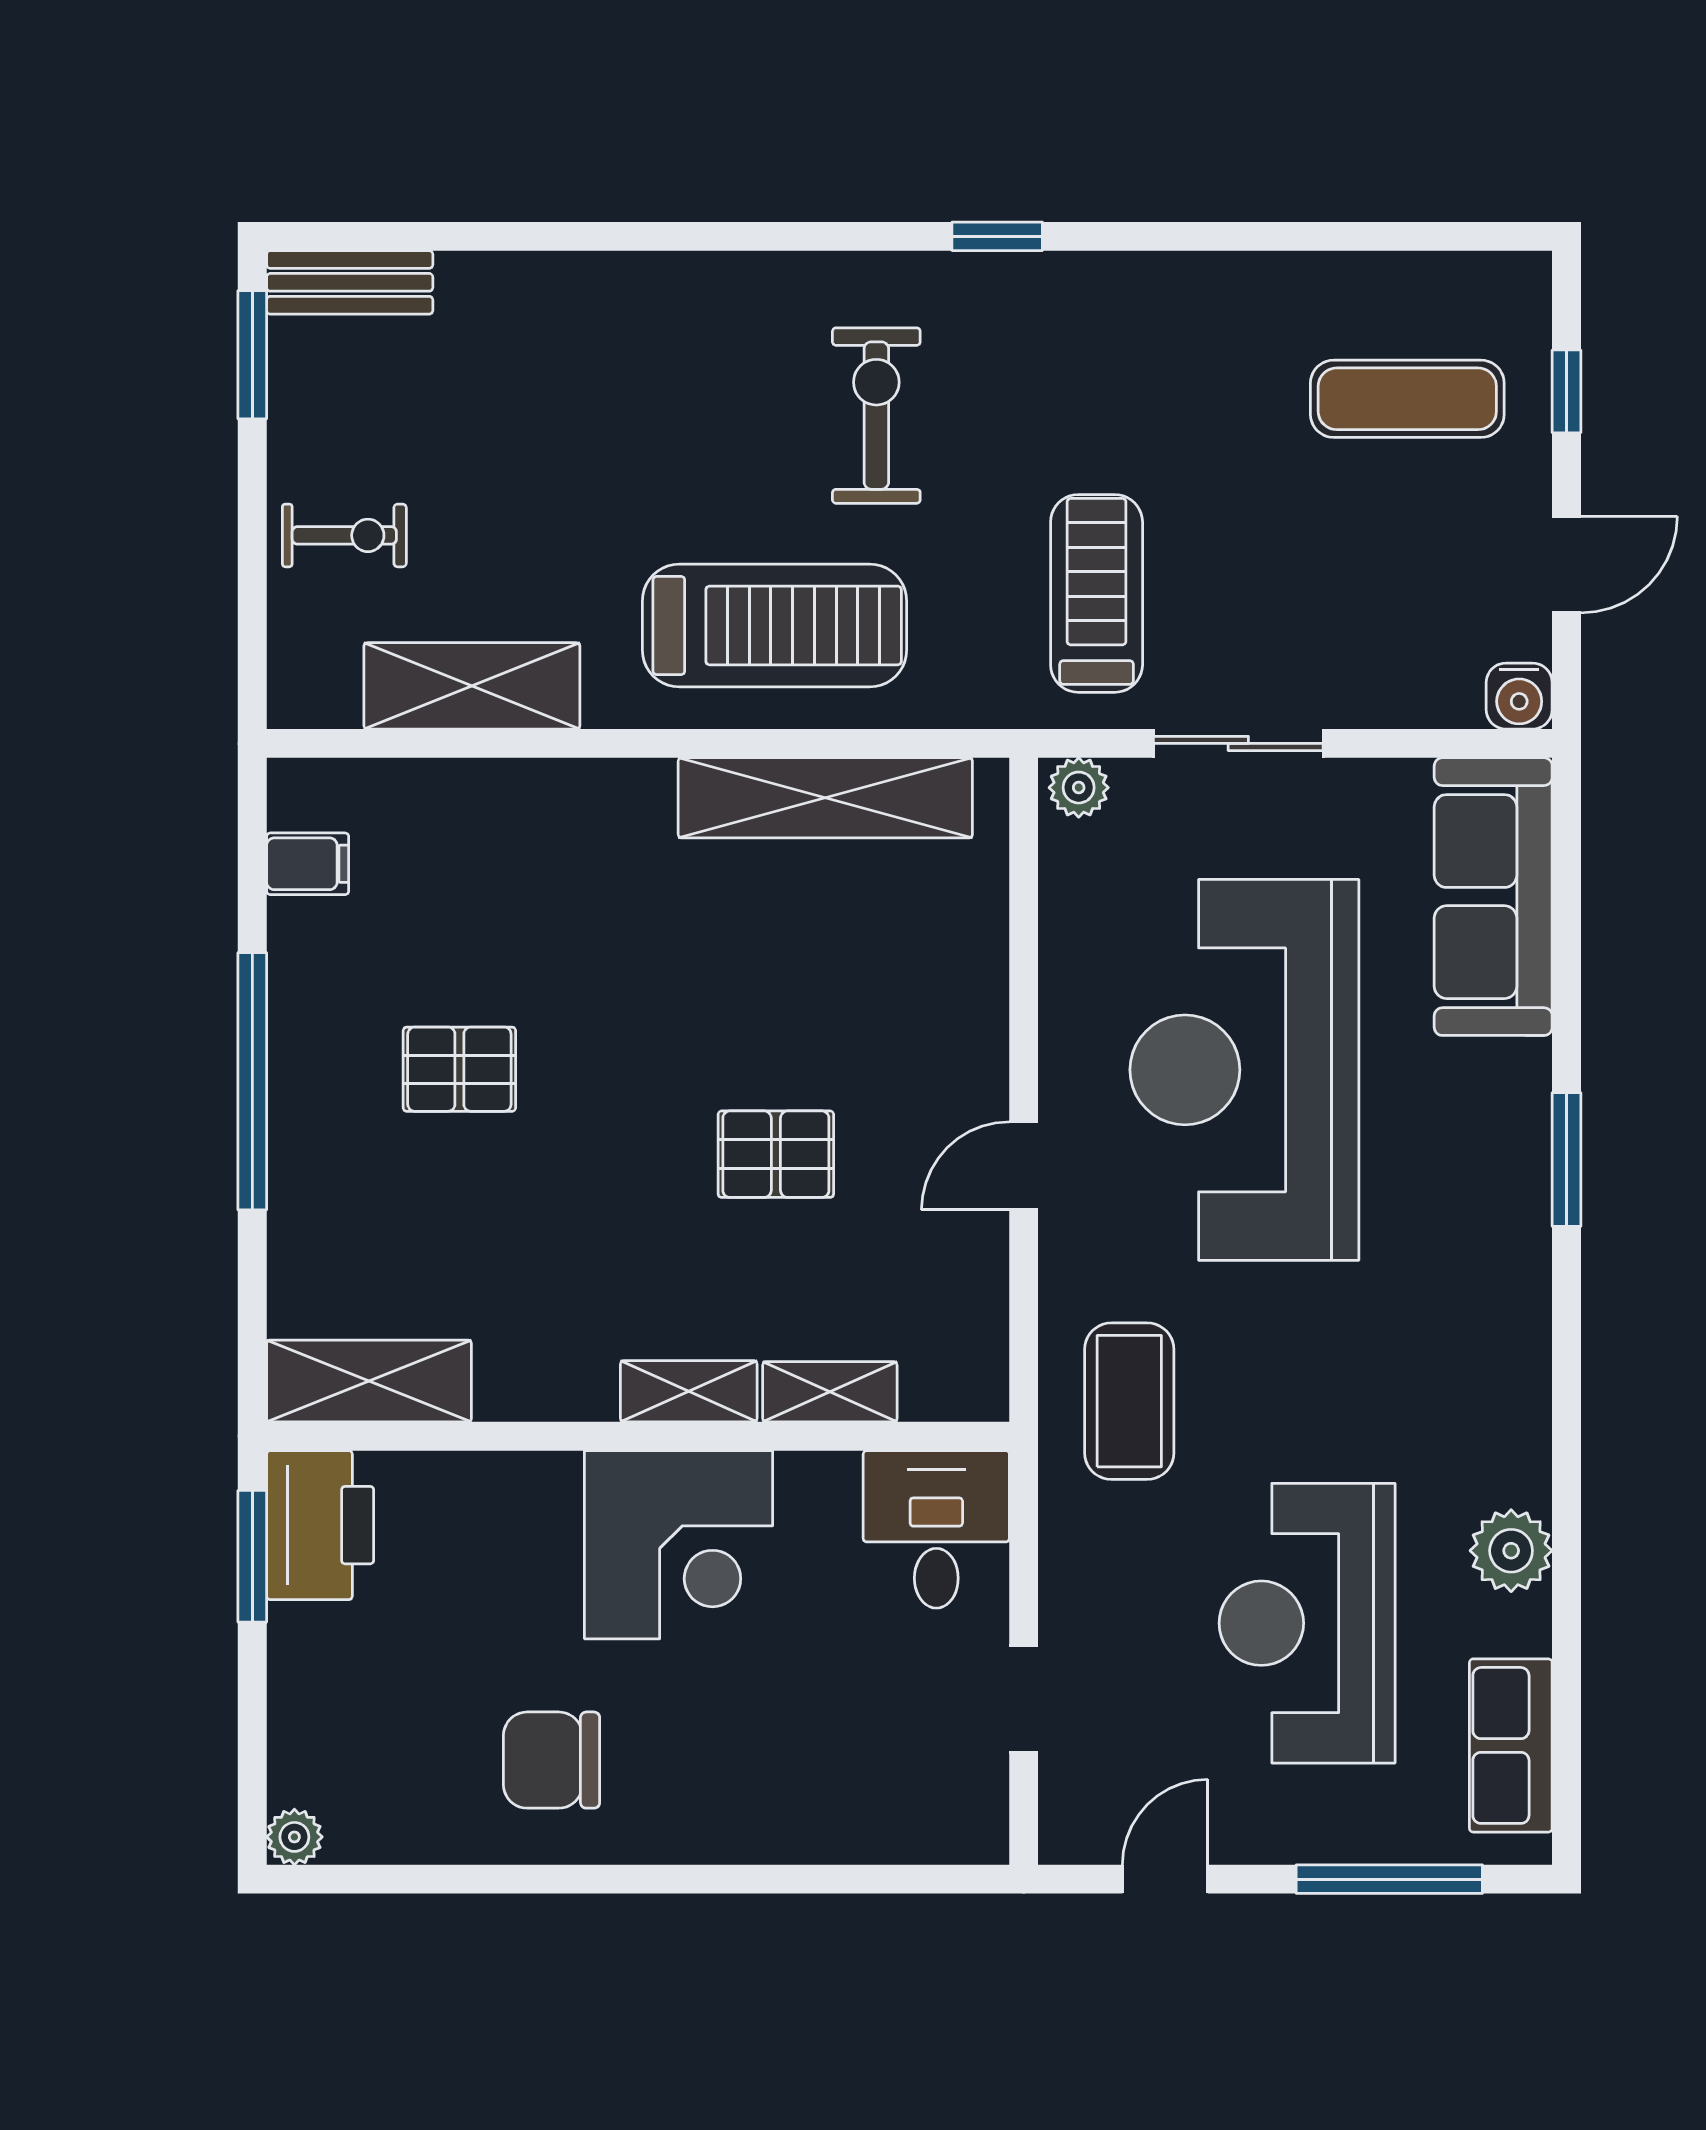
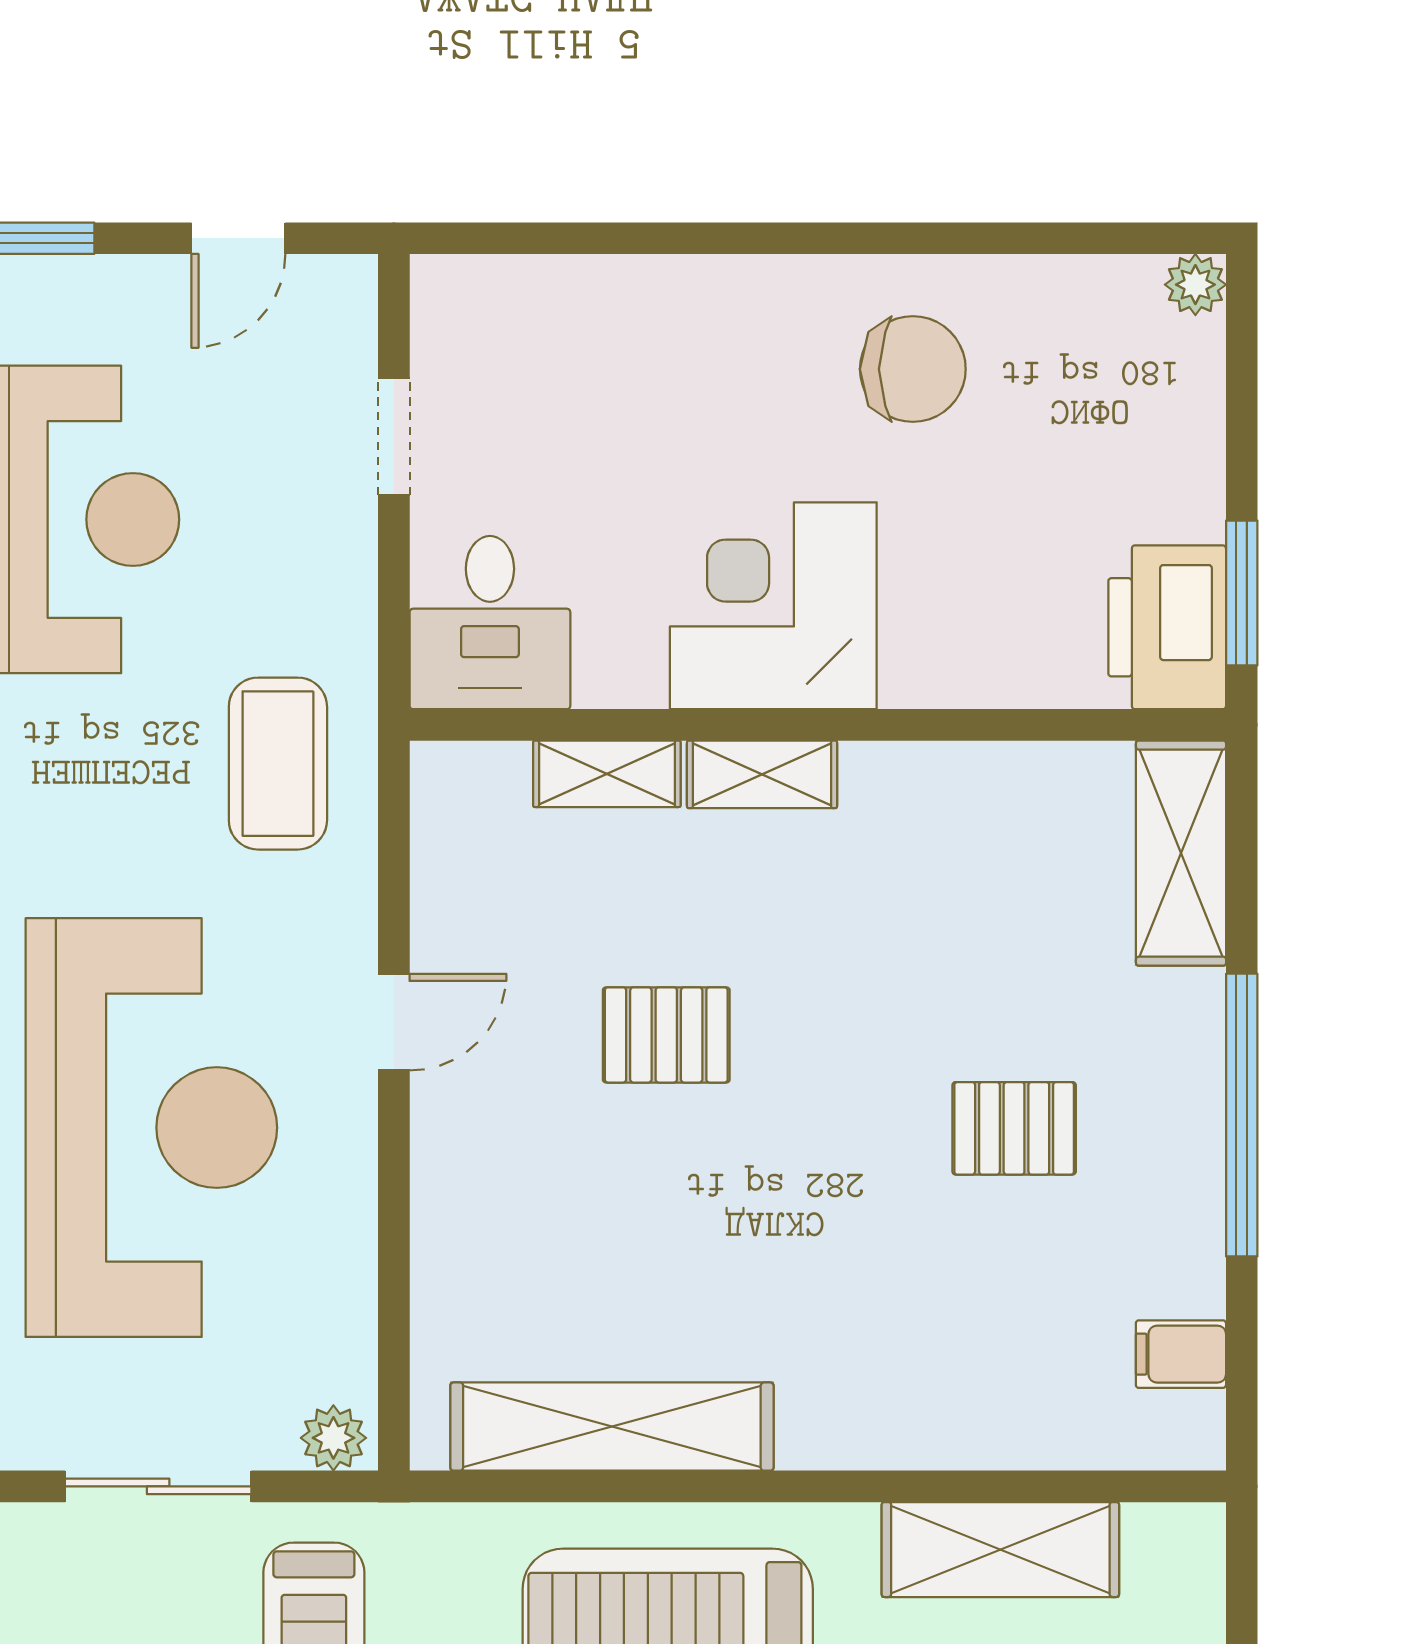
shelving: (369, 1381) -> (1181, 853), moved, turned 90

